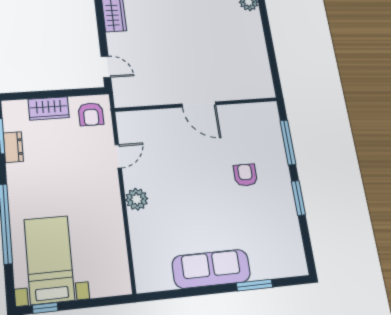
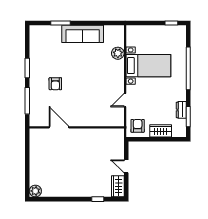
door: (106, 67) -> (126, 166), moved
door: (199, 104) -> (59, 127), moved
plant: (137, 199) -> (118, 53), moved
bed with nightstands: (49, 260) -> (148, 66), moved, turned -90

